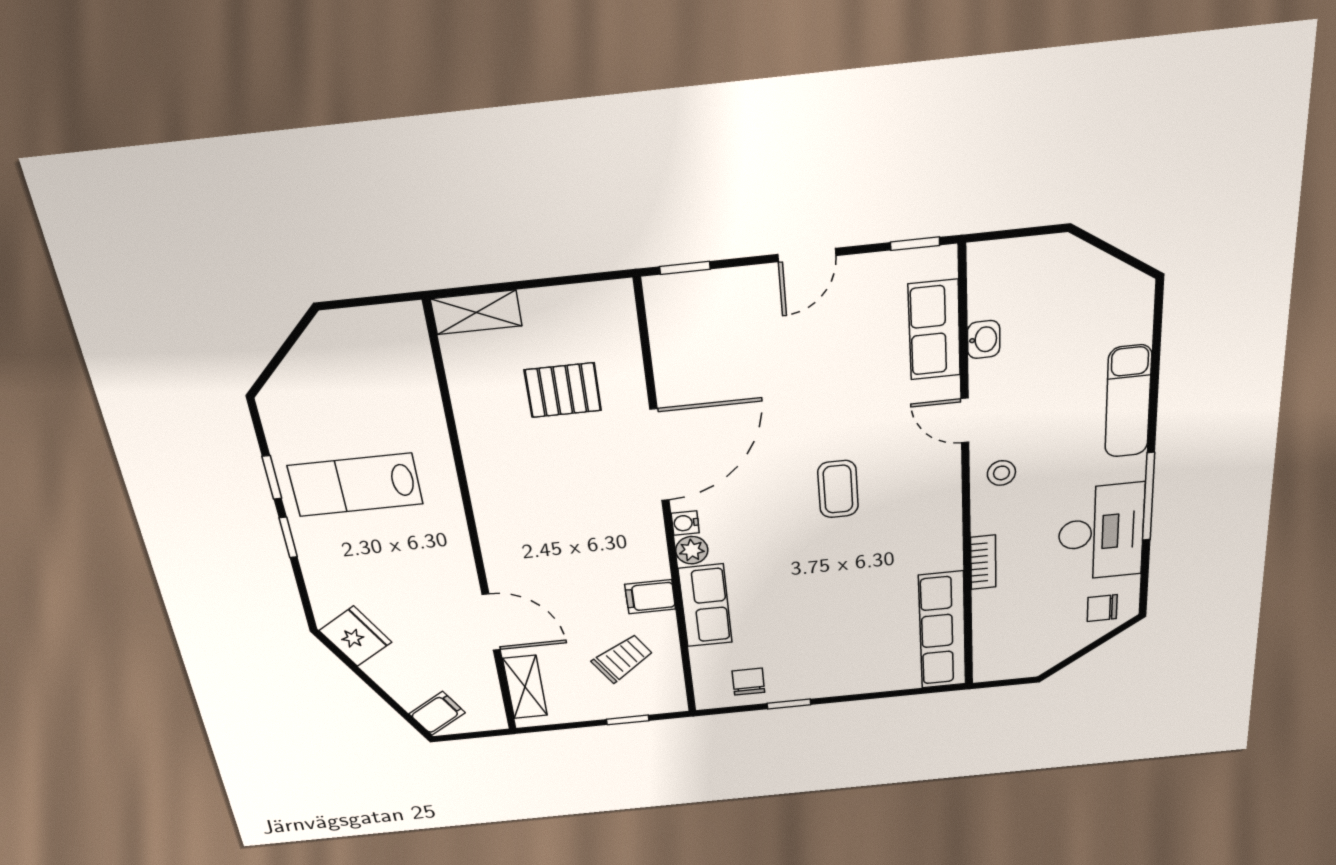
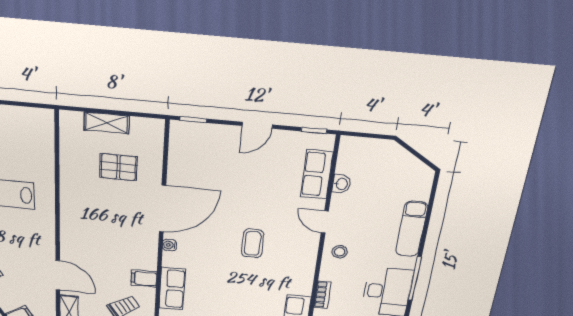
shelving: (476, 312) -> (107, 123), moved
plant: (692, 550) -> (170, 259), removed

